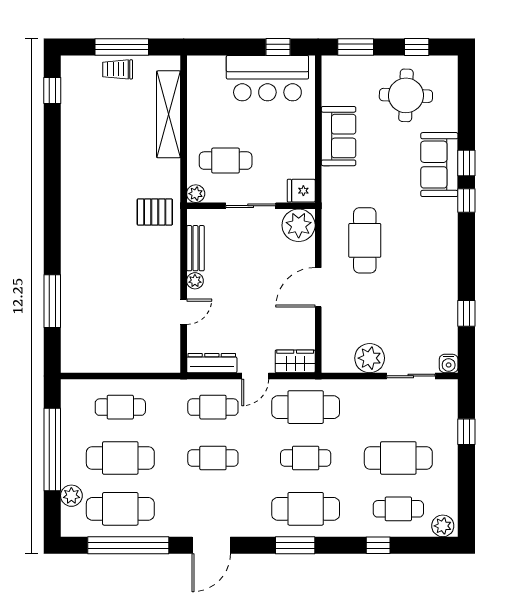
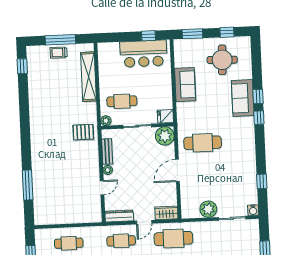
cafe table: (365, 240) -> (203, 143), turned 90

